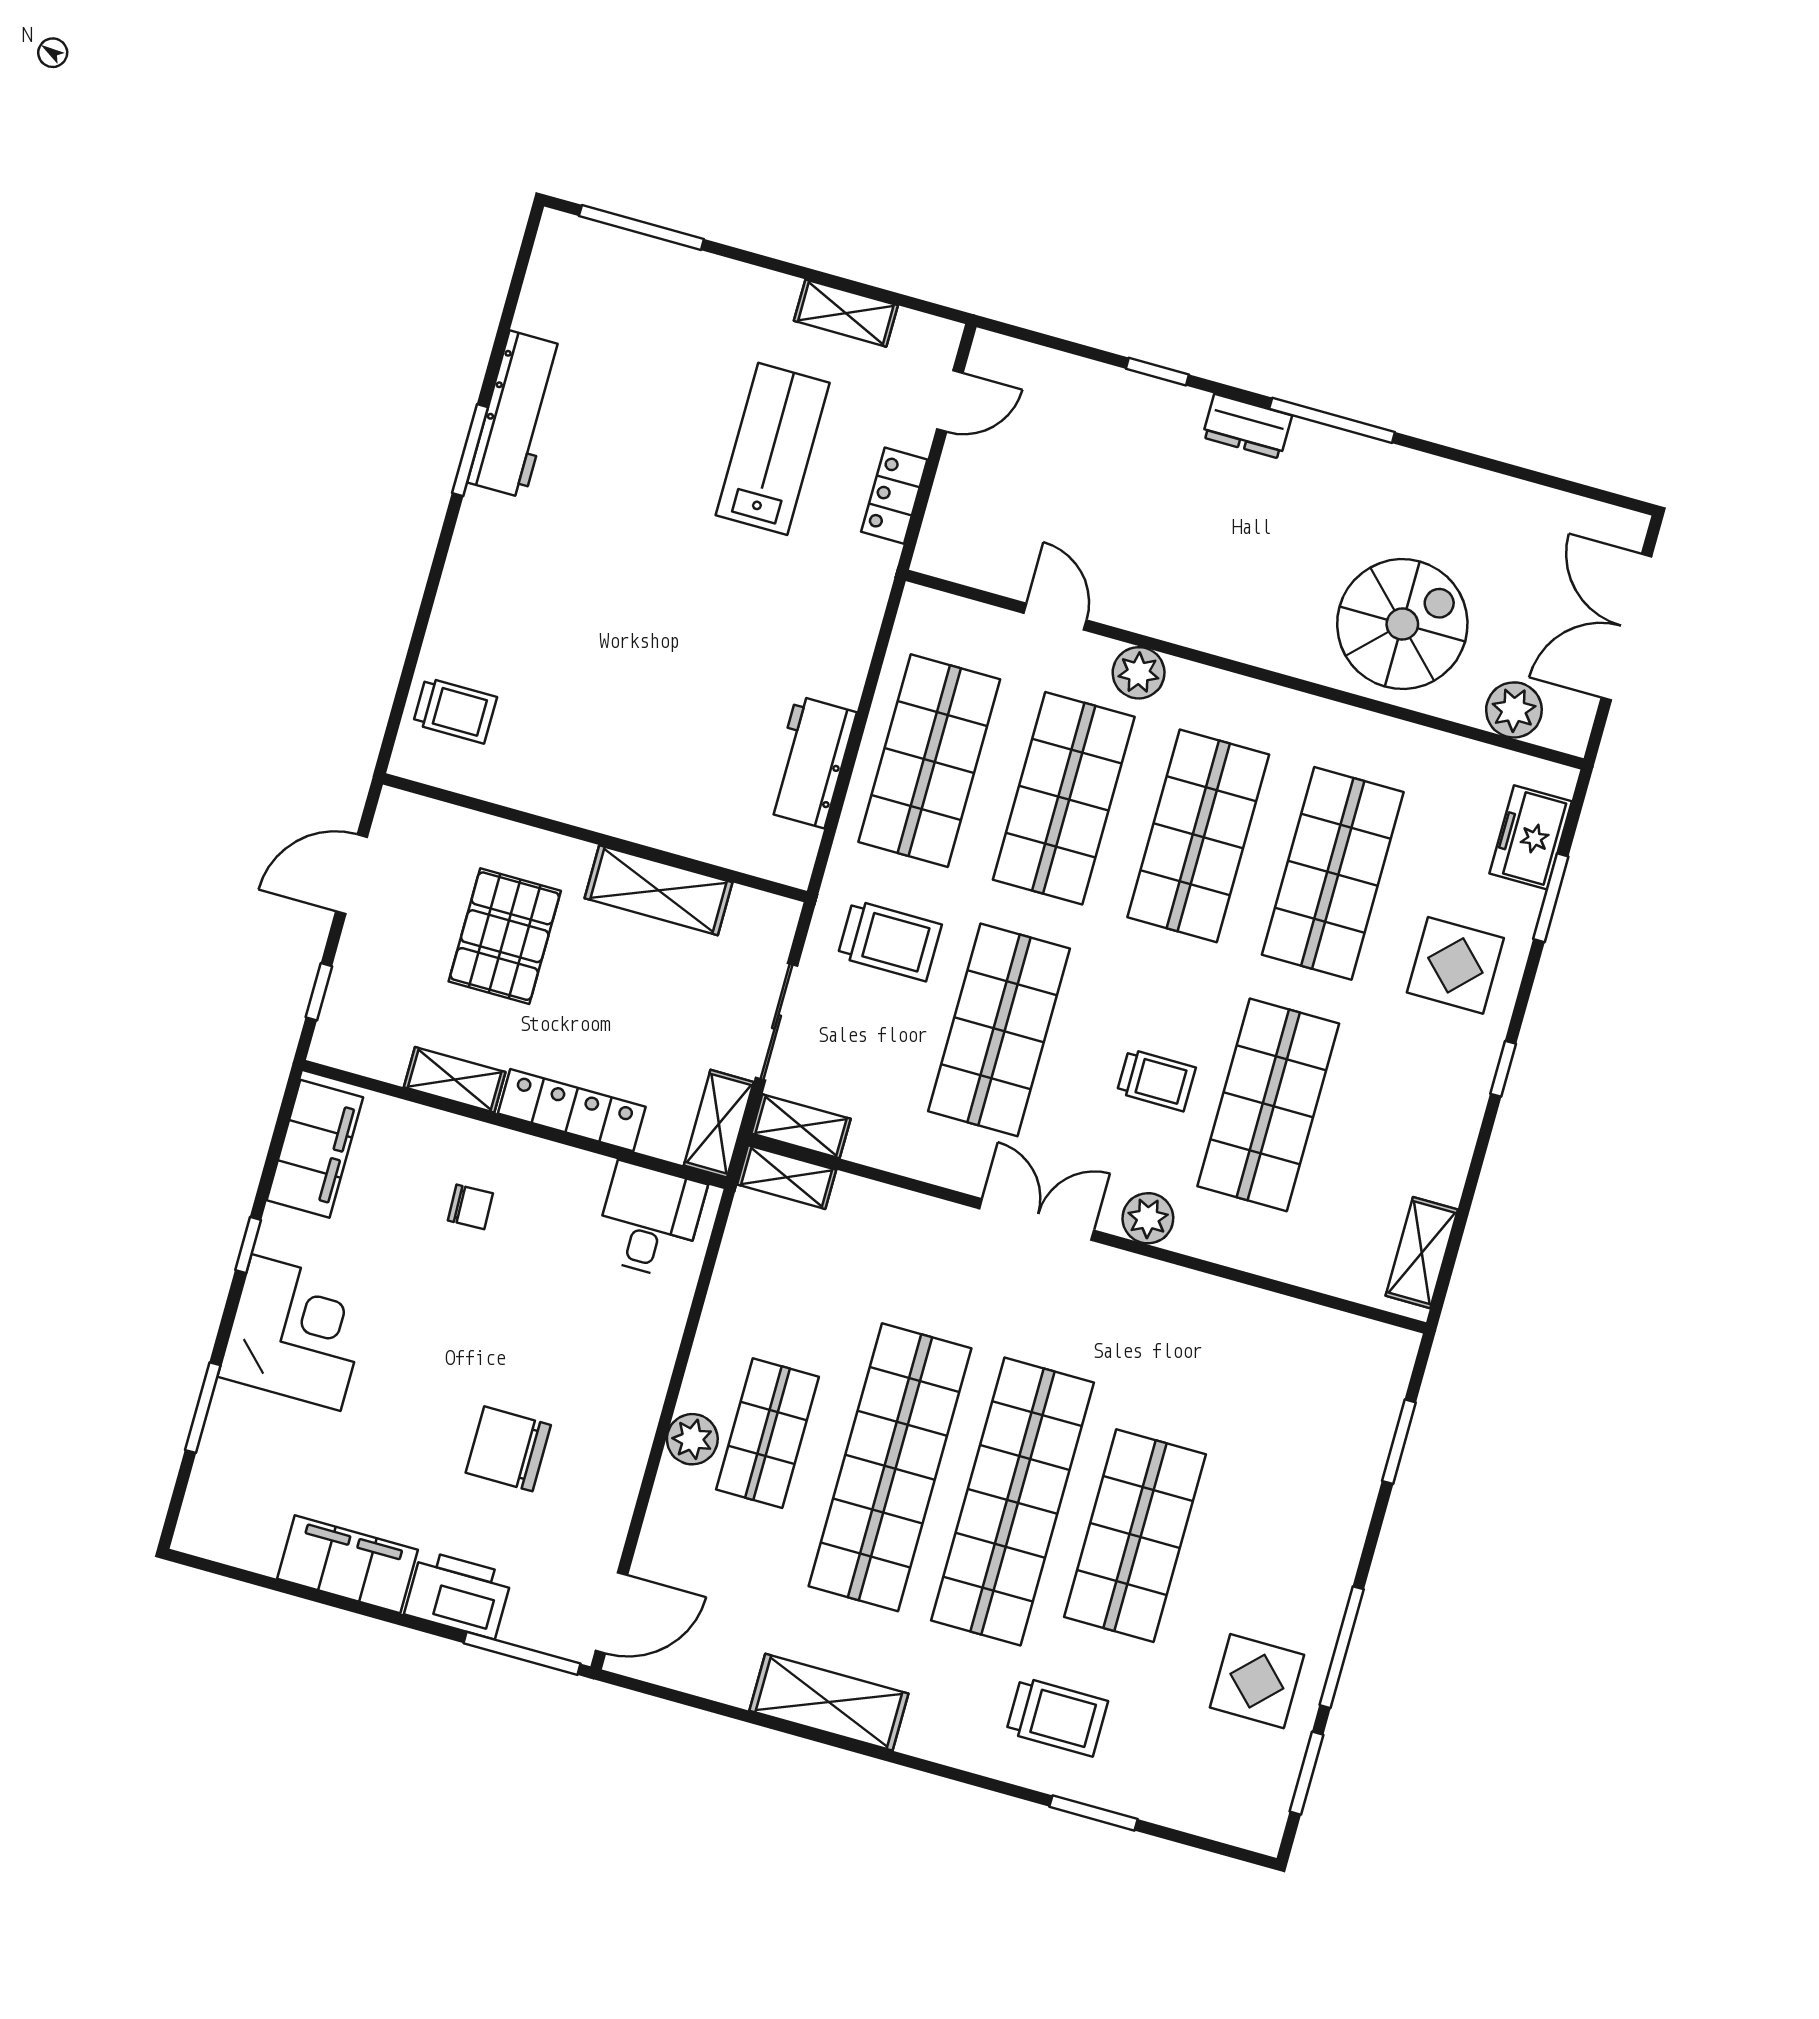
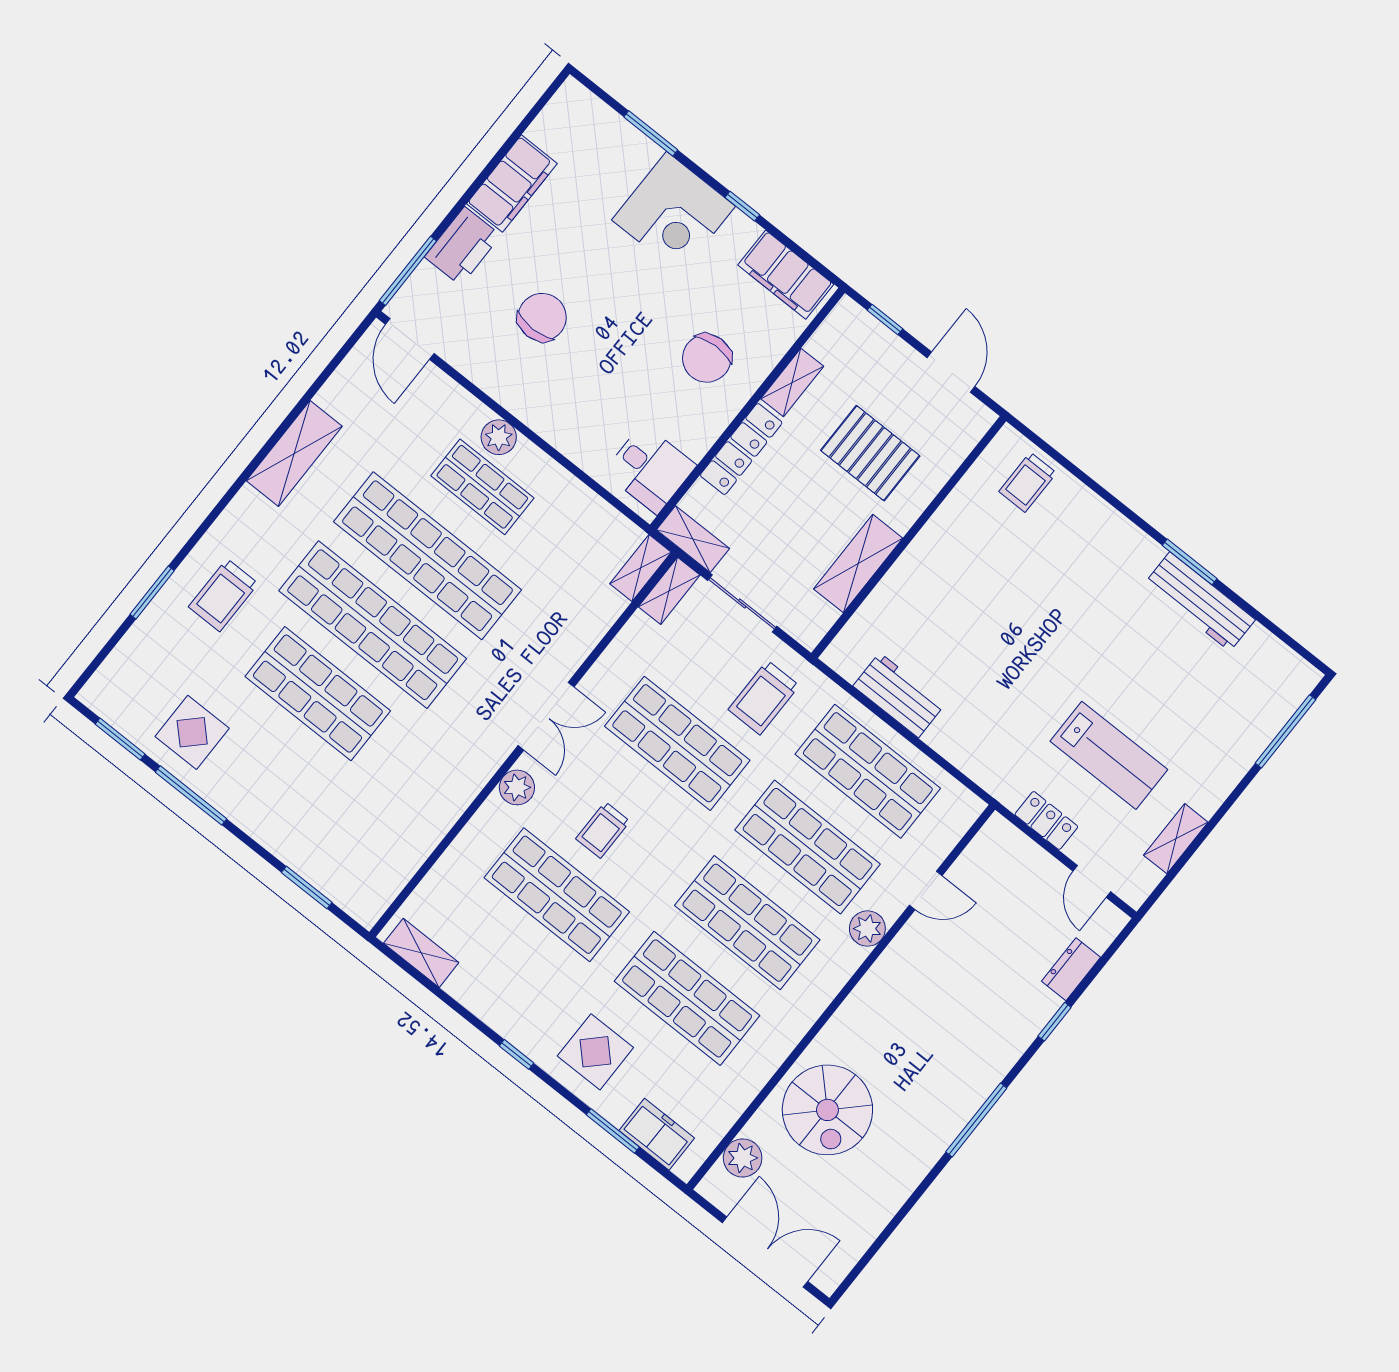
dresser: (1247, 426) -> (1071, 969), moved
chair: (470, 1207) -> (707, 358), width x1.87, depth x1.87

